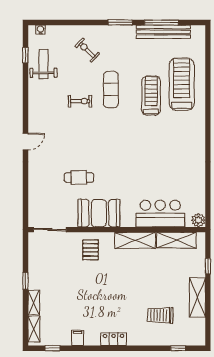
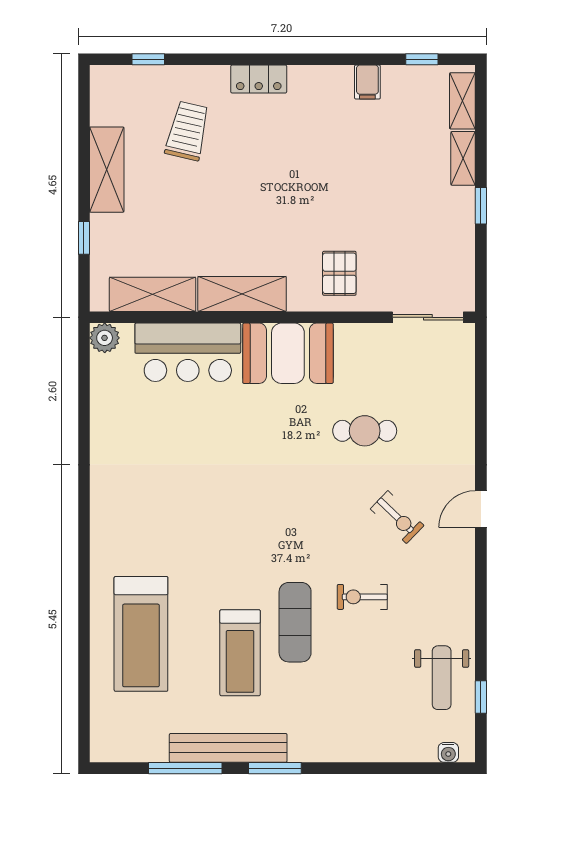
bench: (163, 32) -> (228, 748), moved
exercise bike: (87, 50) -> (397, 517), moved
treadmill: (151, 96) -> (240, 653), moved
booth: (99, 213) -> (288, 353), moved
trolley: (160, 315) -> (187, 131), turned -78
locker: (114, 339) -> (259, 79), moved

